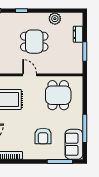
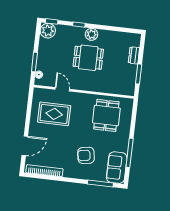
plant: (55, 19) -> (91, 34), moved
door: (30, 75) -> (62, 89), moved
armchair: (43, 136) -> (86, 155), turned 81

